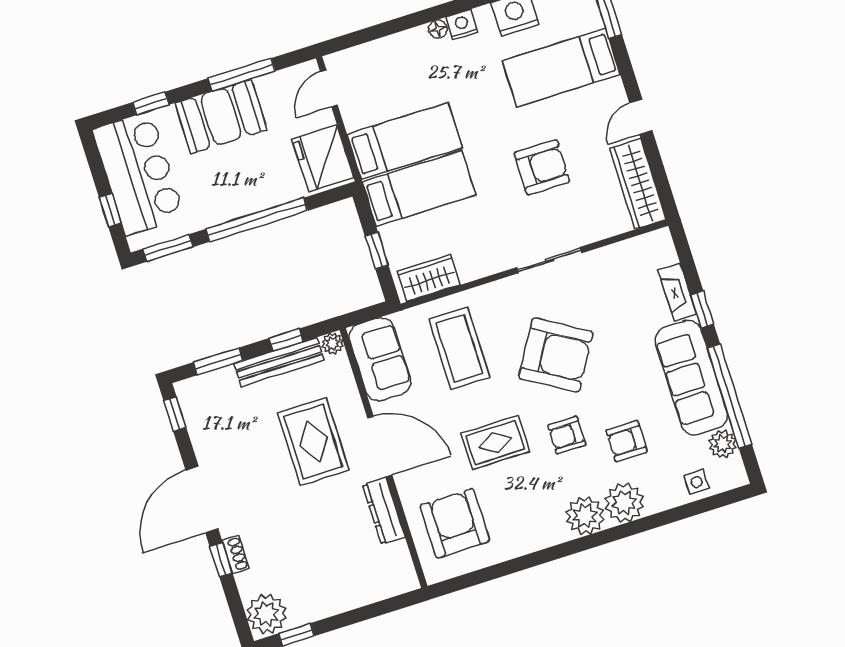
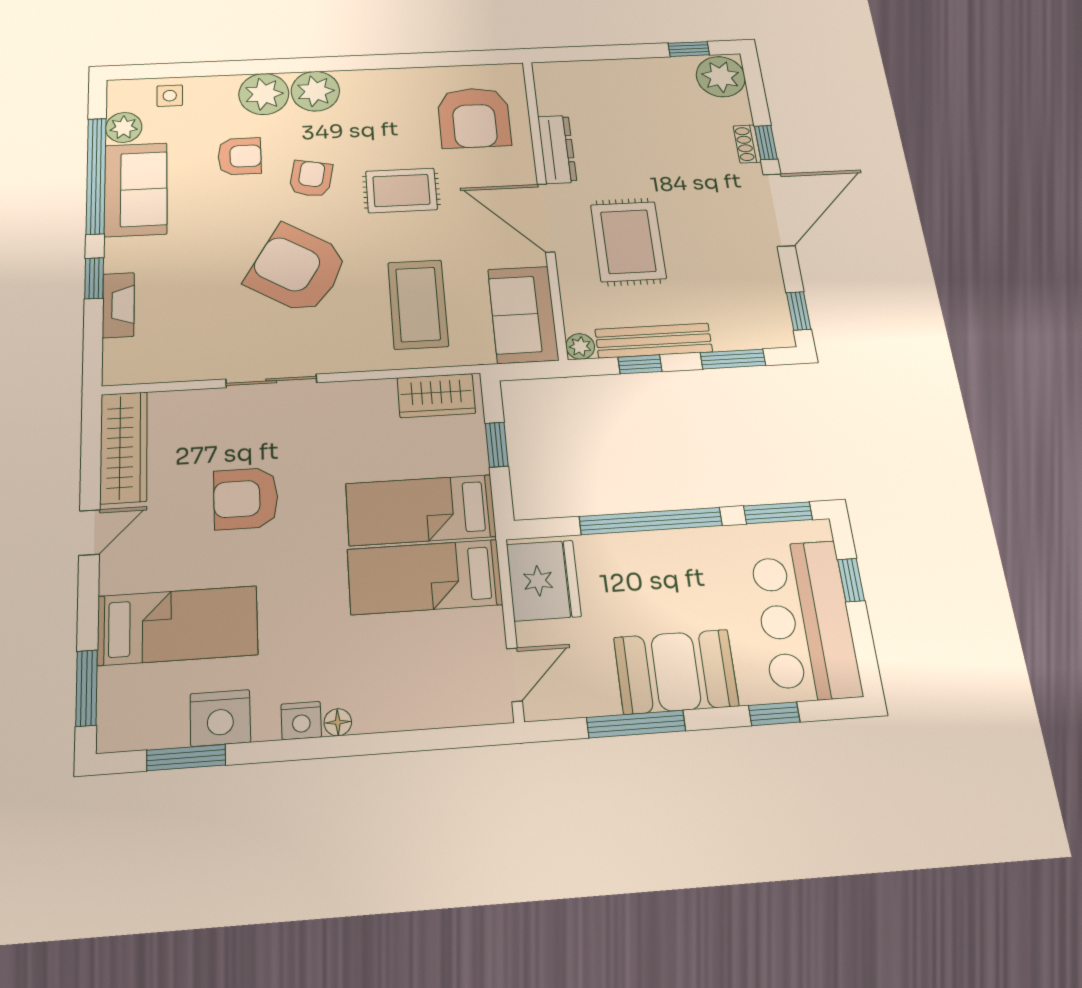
sofa: (691, 378) -> (136, 189), width x0.73
armchair: (567, 435) -> (311, 179), turned -79

